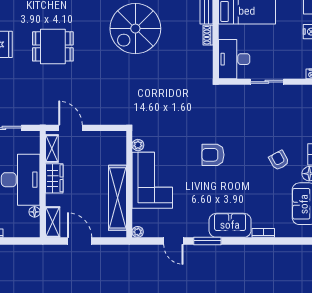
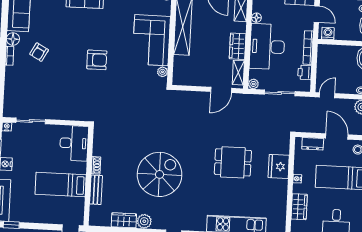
sliding door: (267, 82) -> (31, 121), moved
door: (70, 128) -> (221, 90), hinge flipped
plant: (34, 137) -> (253, 84), added
armchair: (279, 160) -> (39, 52), turned 58

